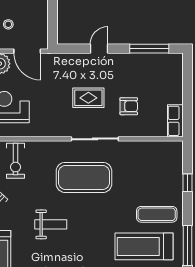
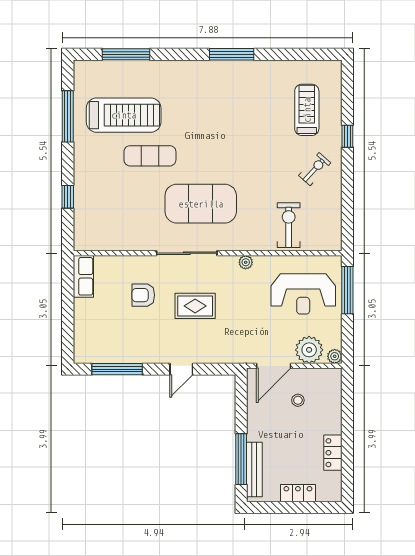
door: (27, 51) -> (274, 366), swing flipped
plant: (49, 132) -> (246, 262), added
exercise mat: (157, 214) -> (150, 156), moved
weight bench: (51, 224) -> (243, 143), removed

